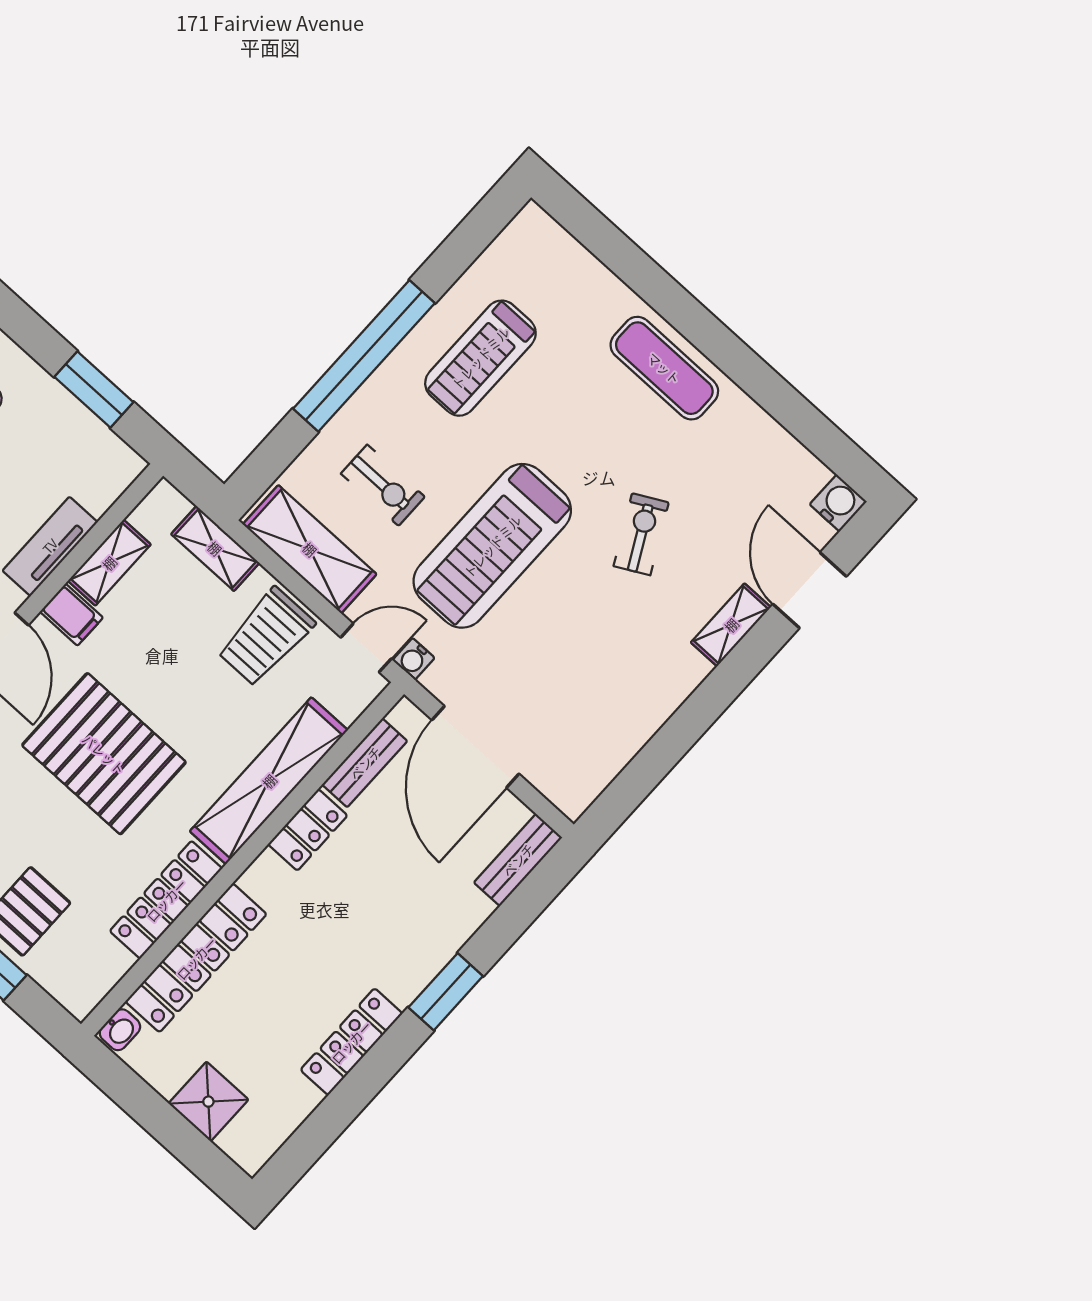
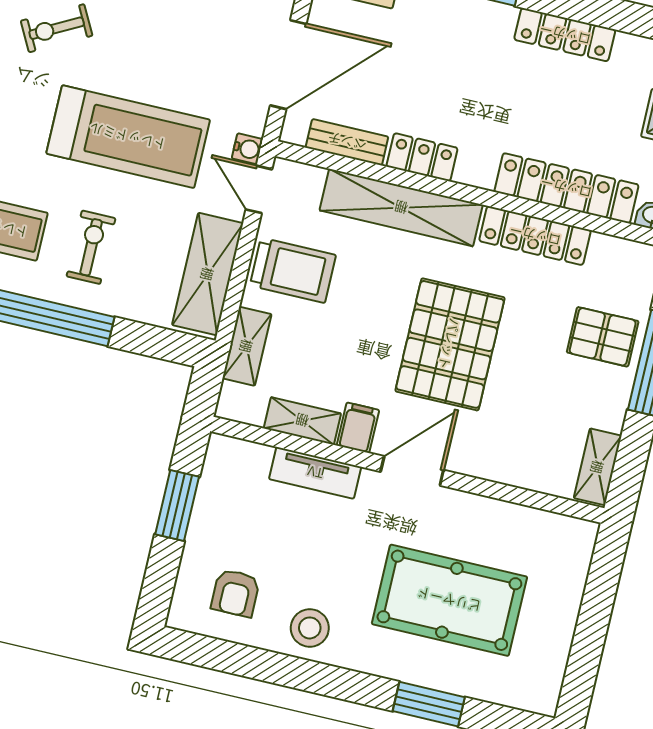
exercise bike: (383, 485) -> (91, 247), moved

